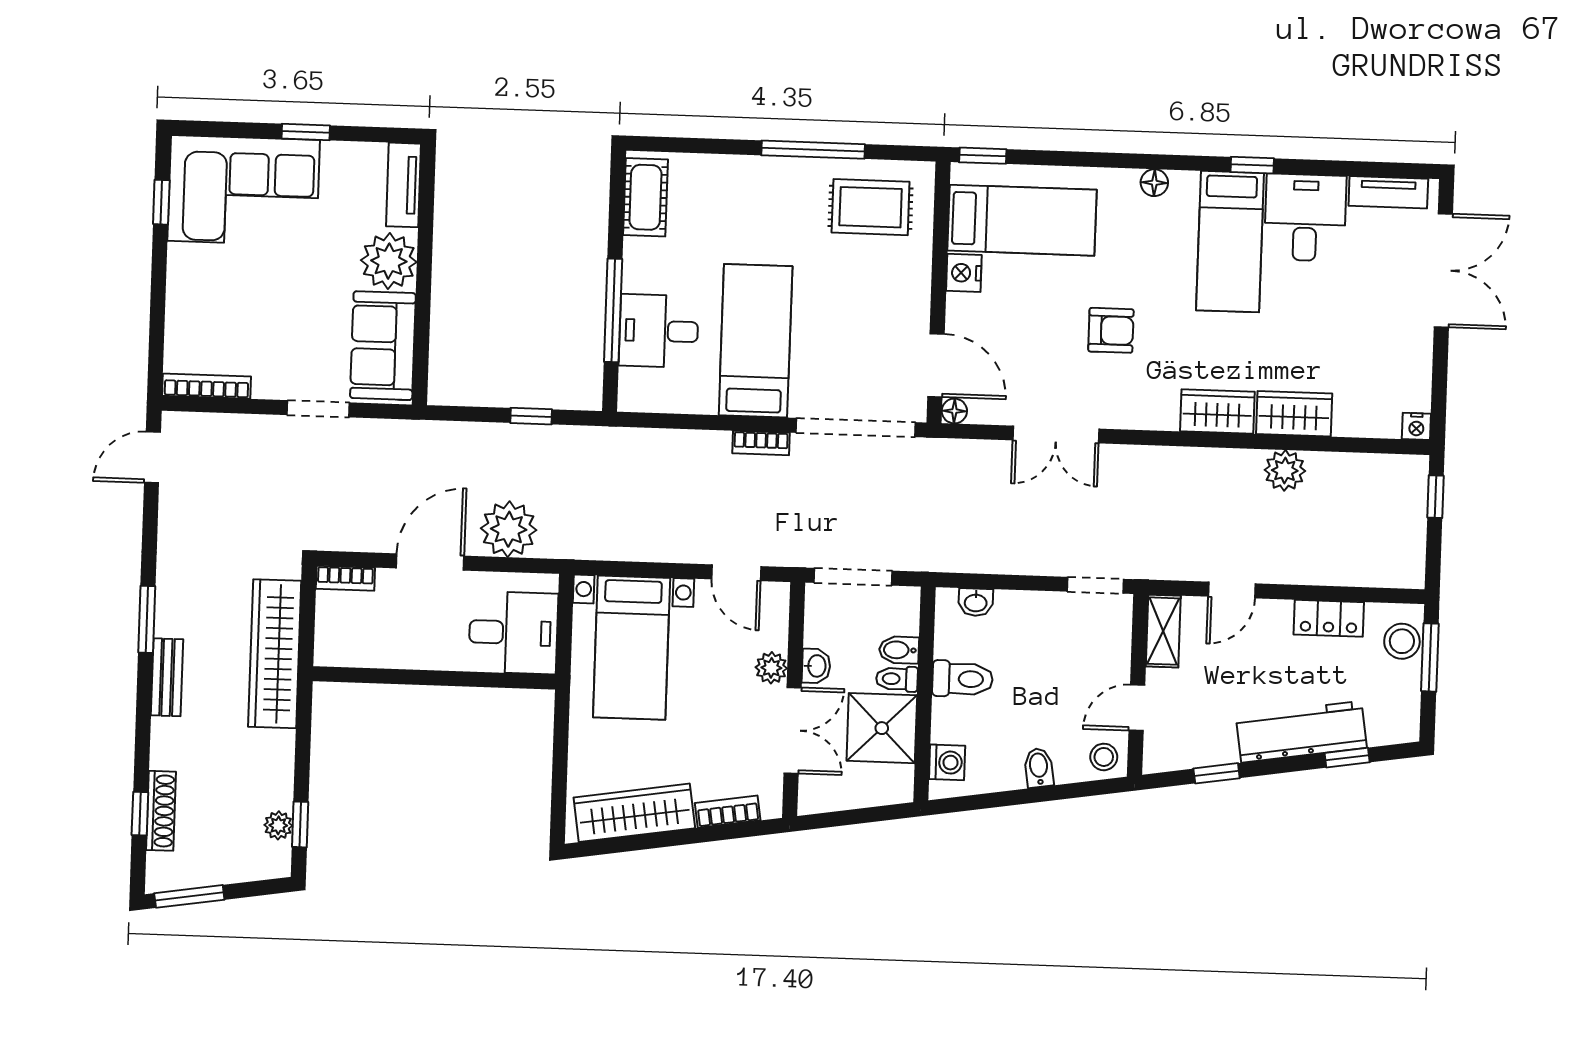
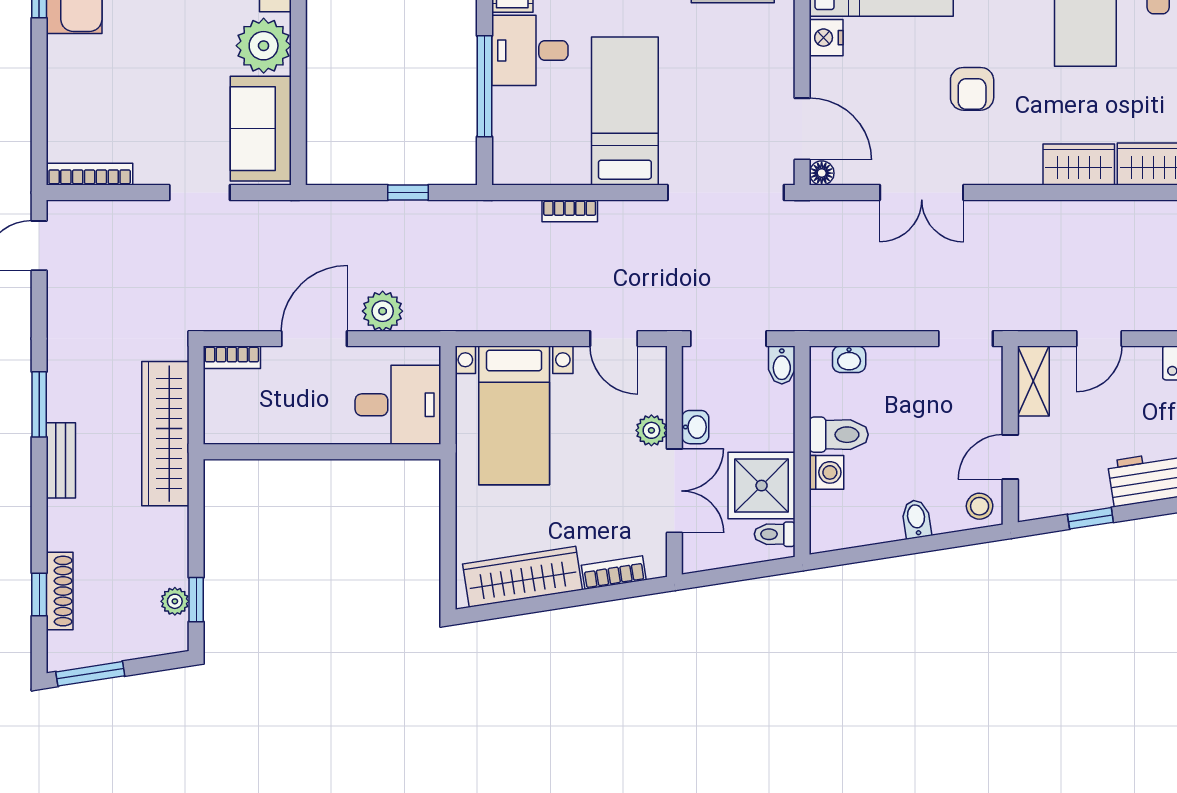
armchair: (1111, 330) -> (972, 89), turned 90
desk: (659, 331) -> (530, 50), moved
bookcase: (761, 443) -> (570, 211), moved
plant: (1285, 470) -> (1147, 220), removed
plant: (509, 529) -> (383, 311), width x0.73, depth x0.73
bidet: (899, 650) -> (782, 365), moved, turned -90
toilet: (897, 679) -> (775, 534), moved
washing machine: (947, 762) -> (826, 472), moved

